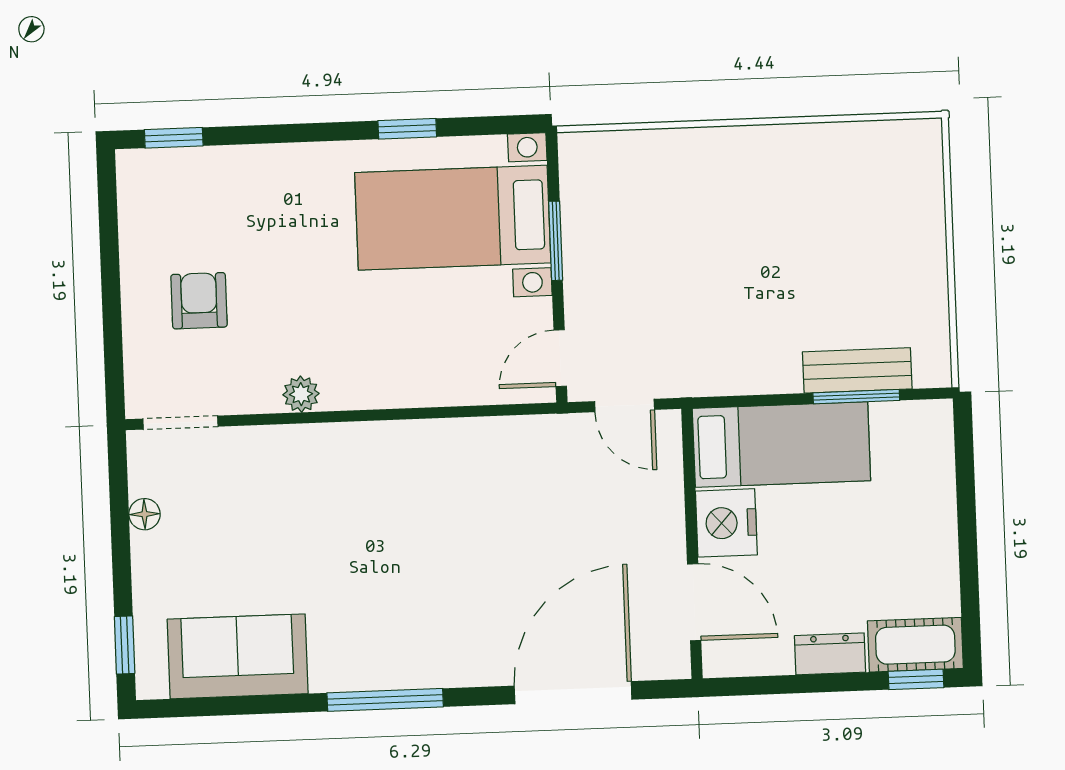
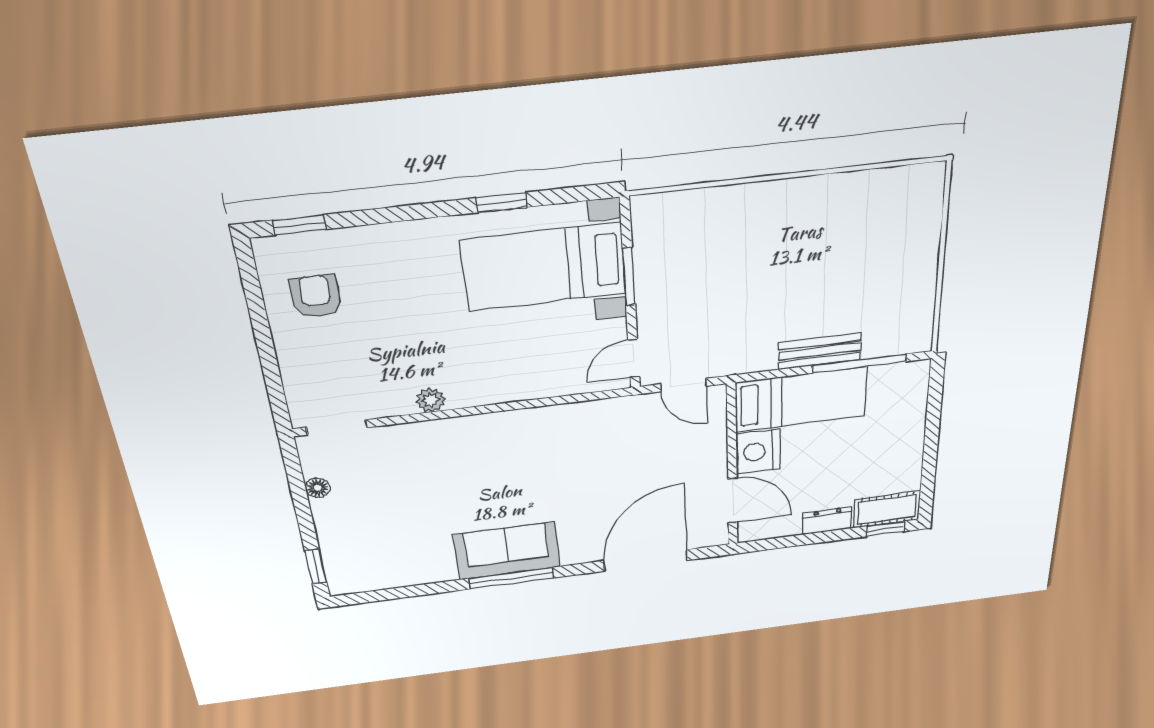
armchair: (199, 301) -> (316, 296), moved
bench: (857, 370) -> (820, 351), moved
window: (856, 397) -> (859, 364), width x1.44
sofa: (238, 656) -> (507, 551), moved

